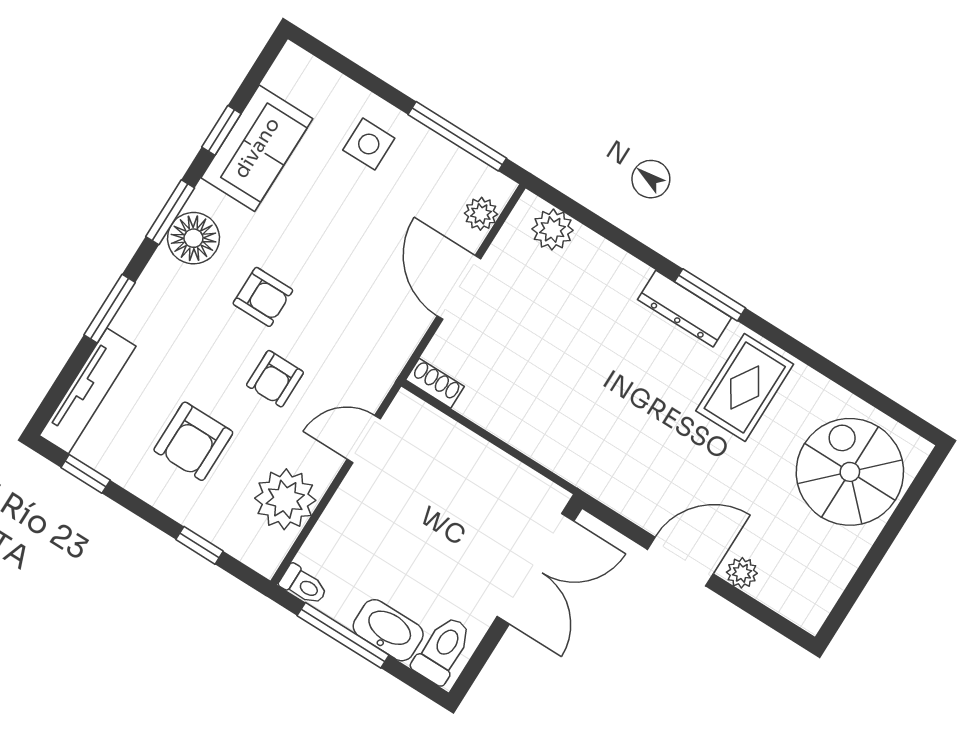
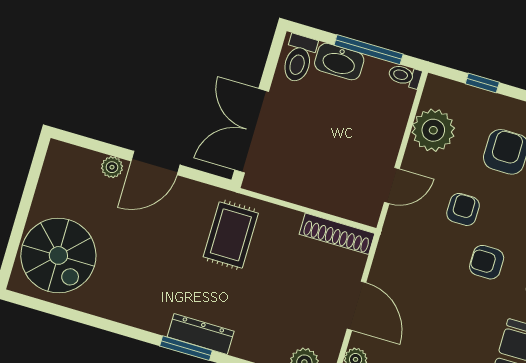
shoe rack: (435, 383) -> (337, 234), width x1.94, depth x1.24
rug: (745, 388) -> (231, 235), moved

